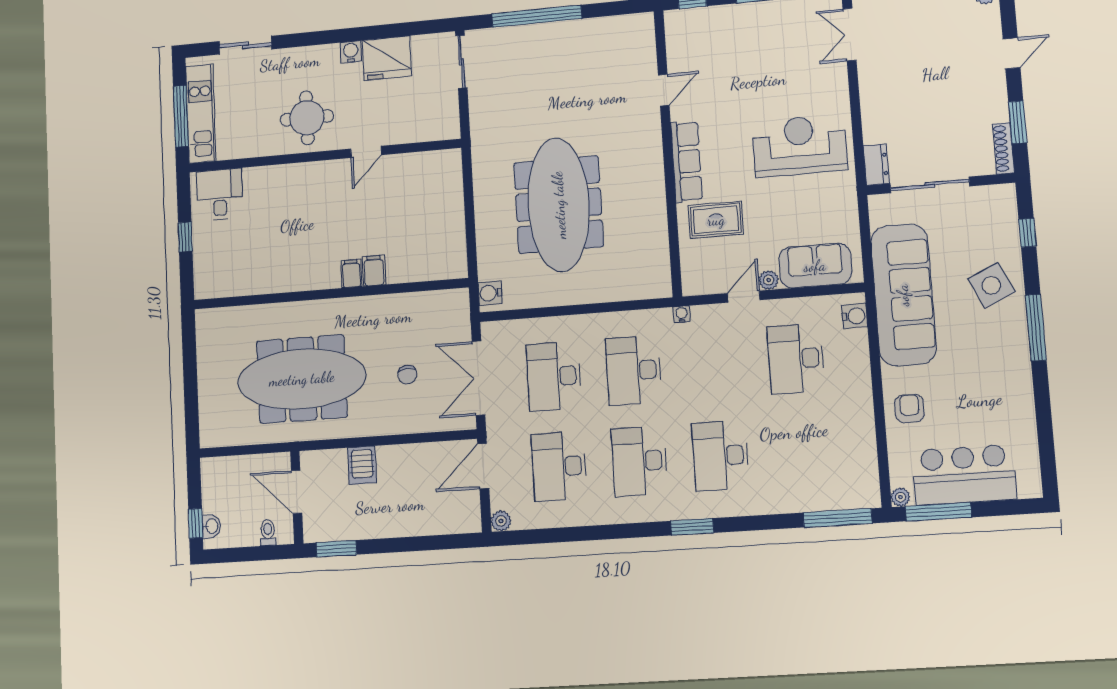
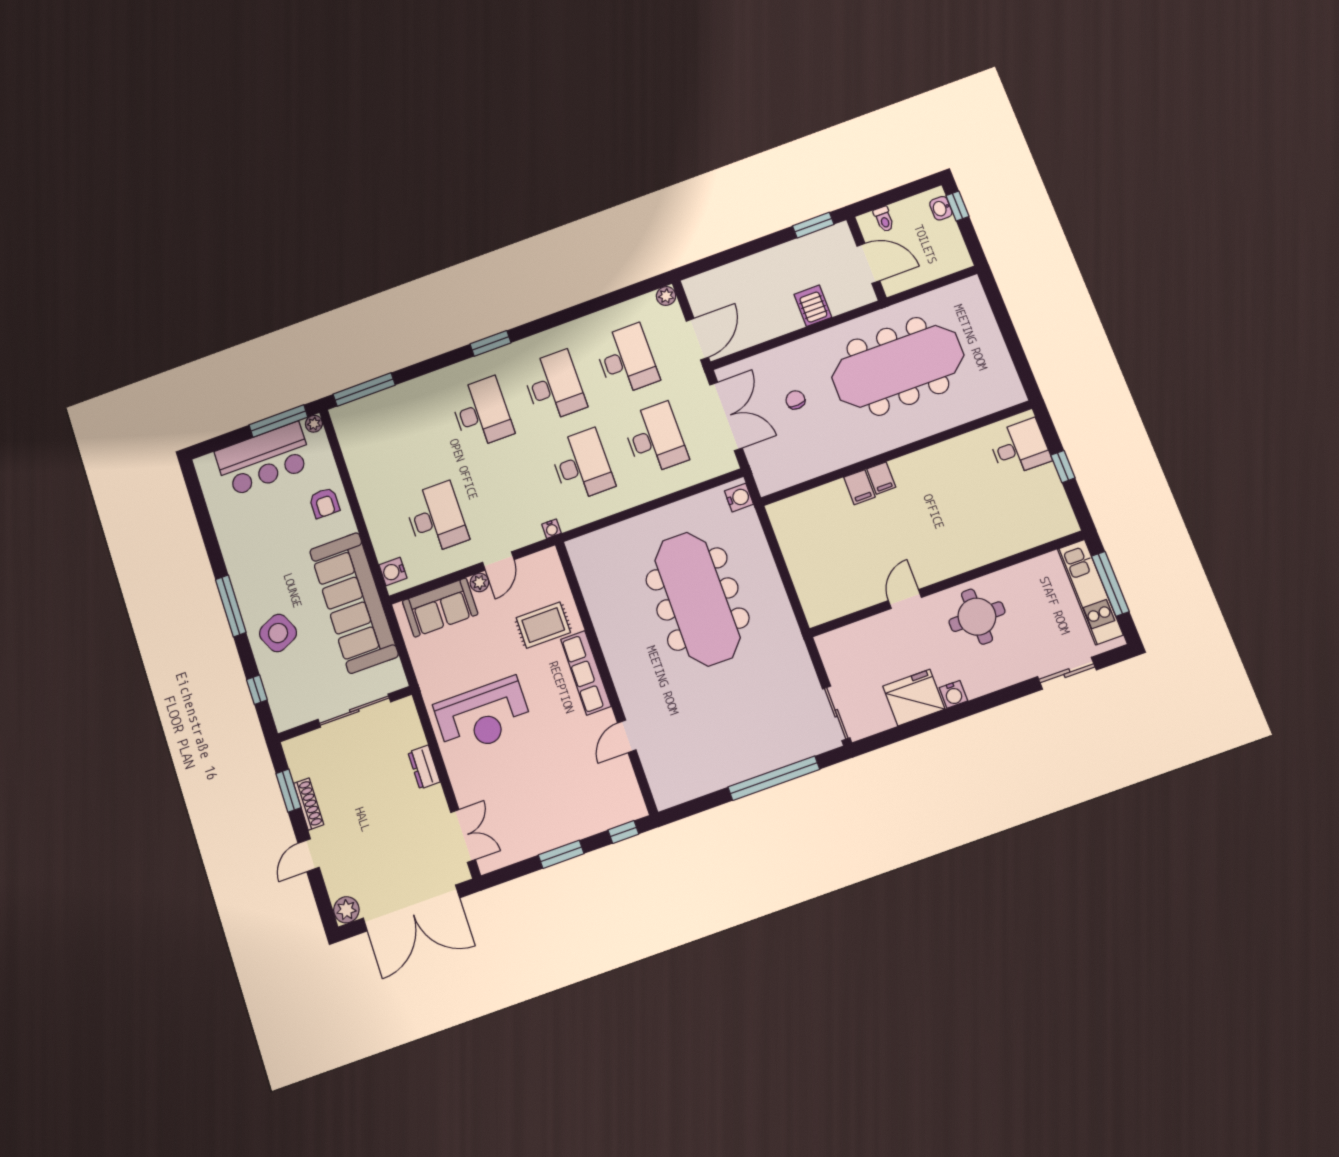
shoe rack: (1003, 148) -> (309, 804), moved
dresser: (876, 165) -> (424, 767), moved
desk: (220, 195) -> (1020, 447), moved, turned -90

